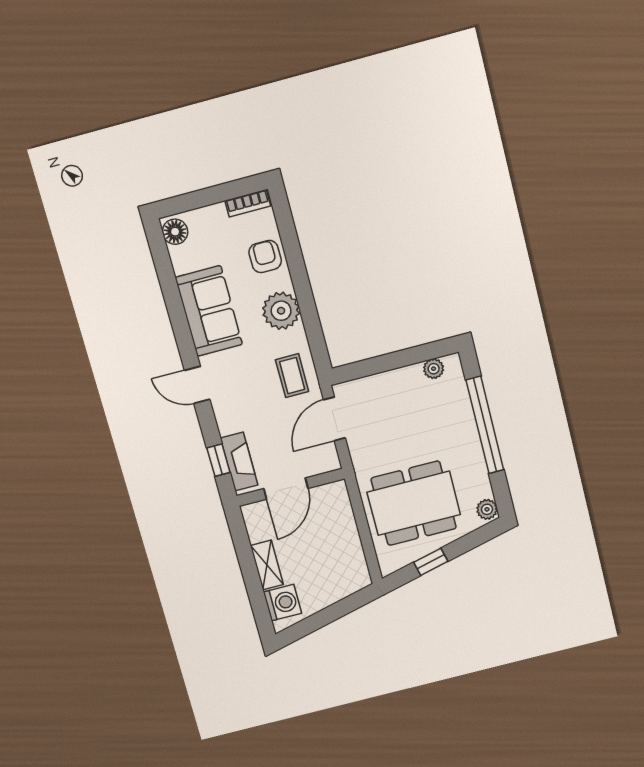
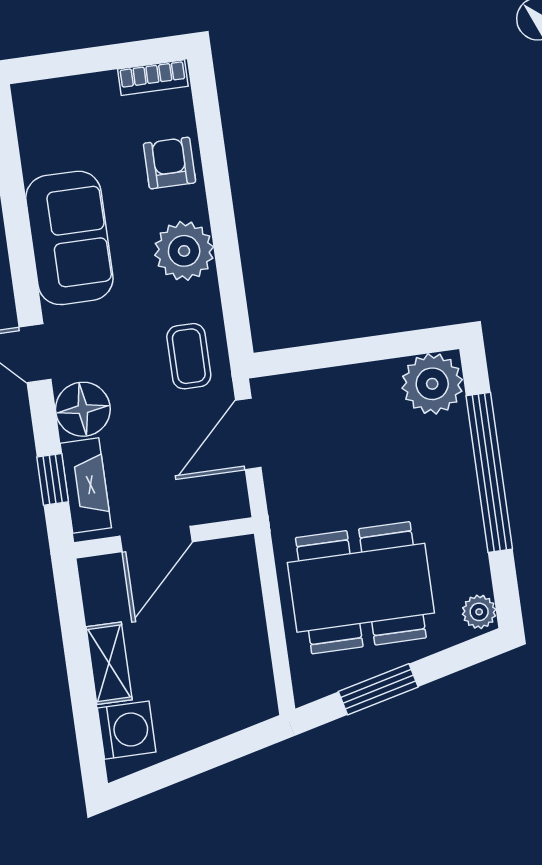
floor lamp: (175, 232) -> (83, 409), moved, width x1.38, depth x1.38
plant: (434, 369) -> (432, 384), width x1.88, depth x1.88
window: (431, 562) -> (378, 689), width x1.50

